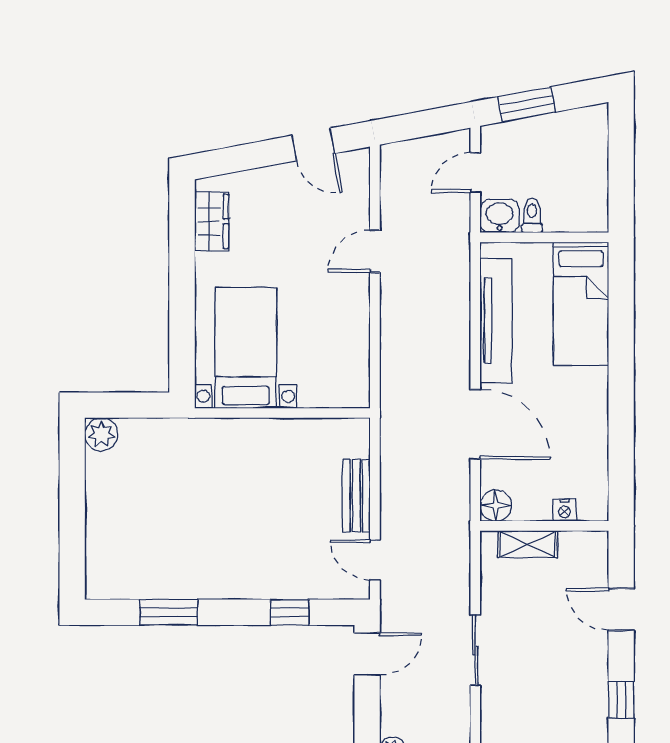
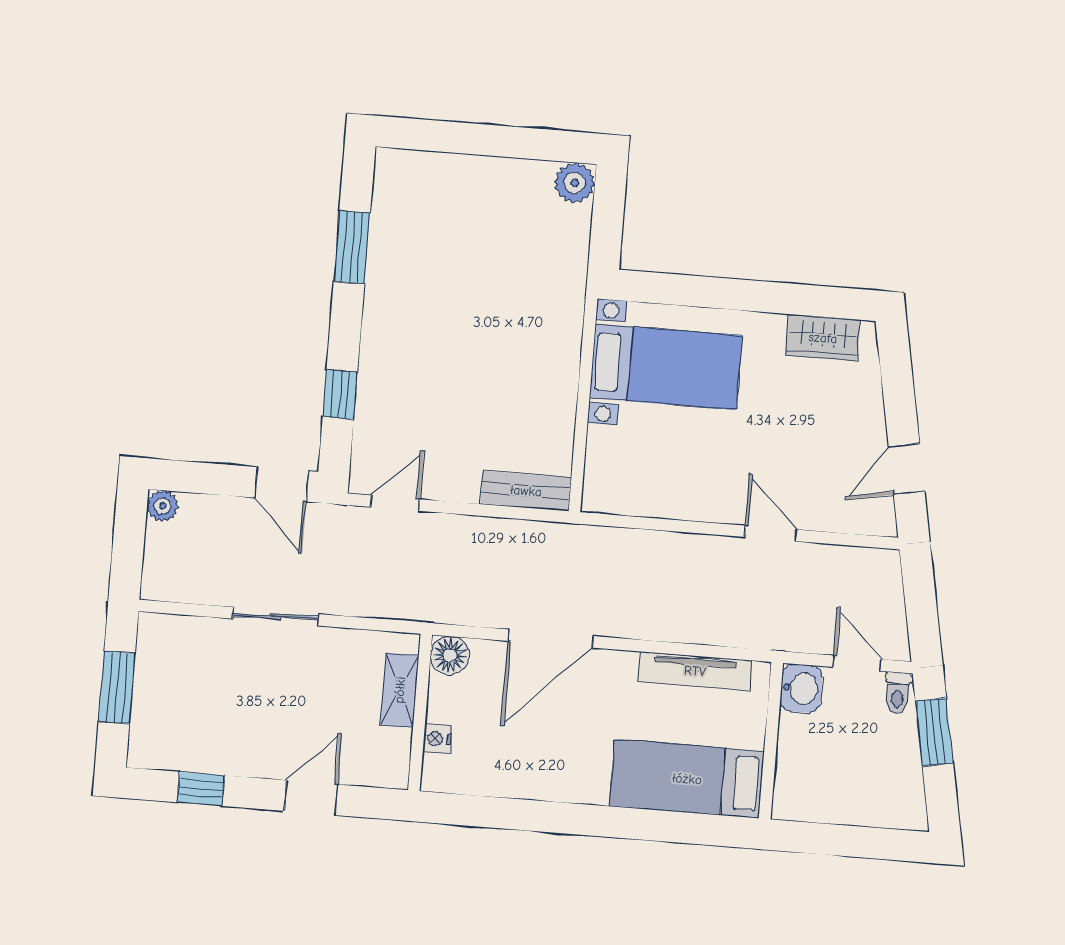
toilet: (532, 216) -> (897, 693), moved, turned 90
tv unit: (496, 321) -> (695, 671), width x0.73, depth x0.78
bench: (356, 496) -> (526, 491), moved

